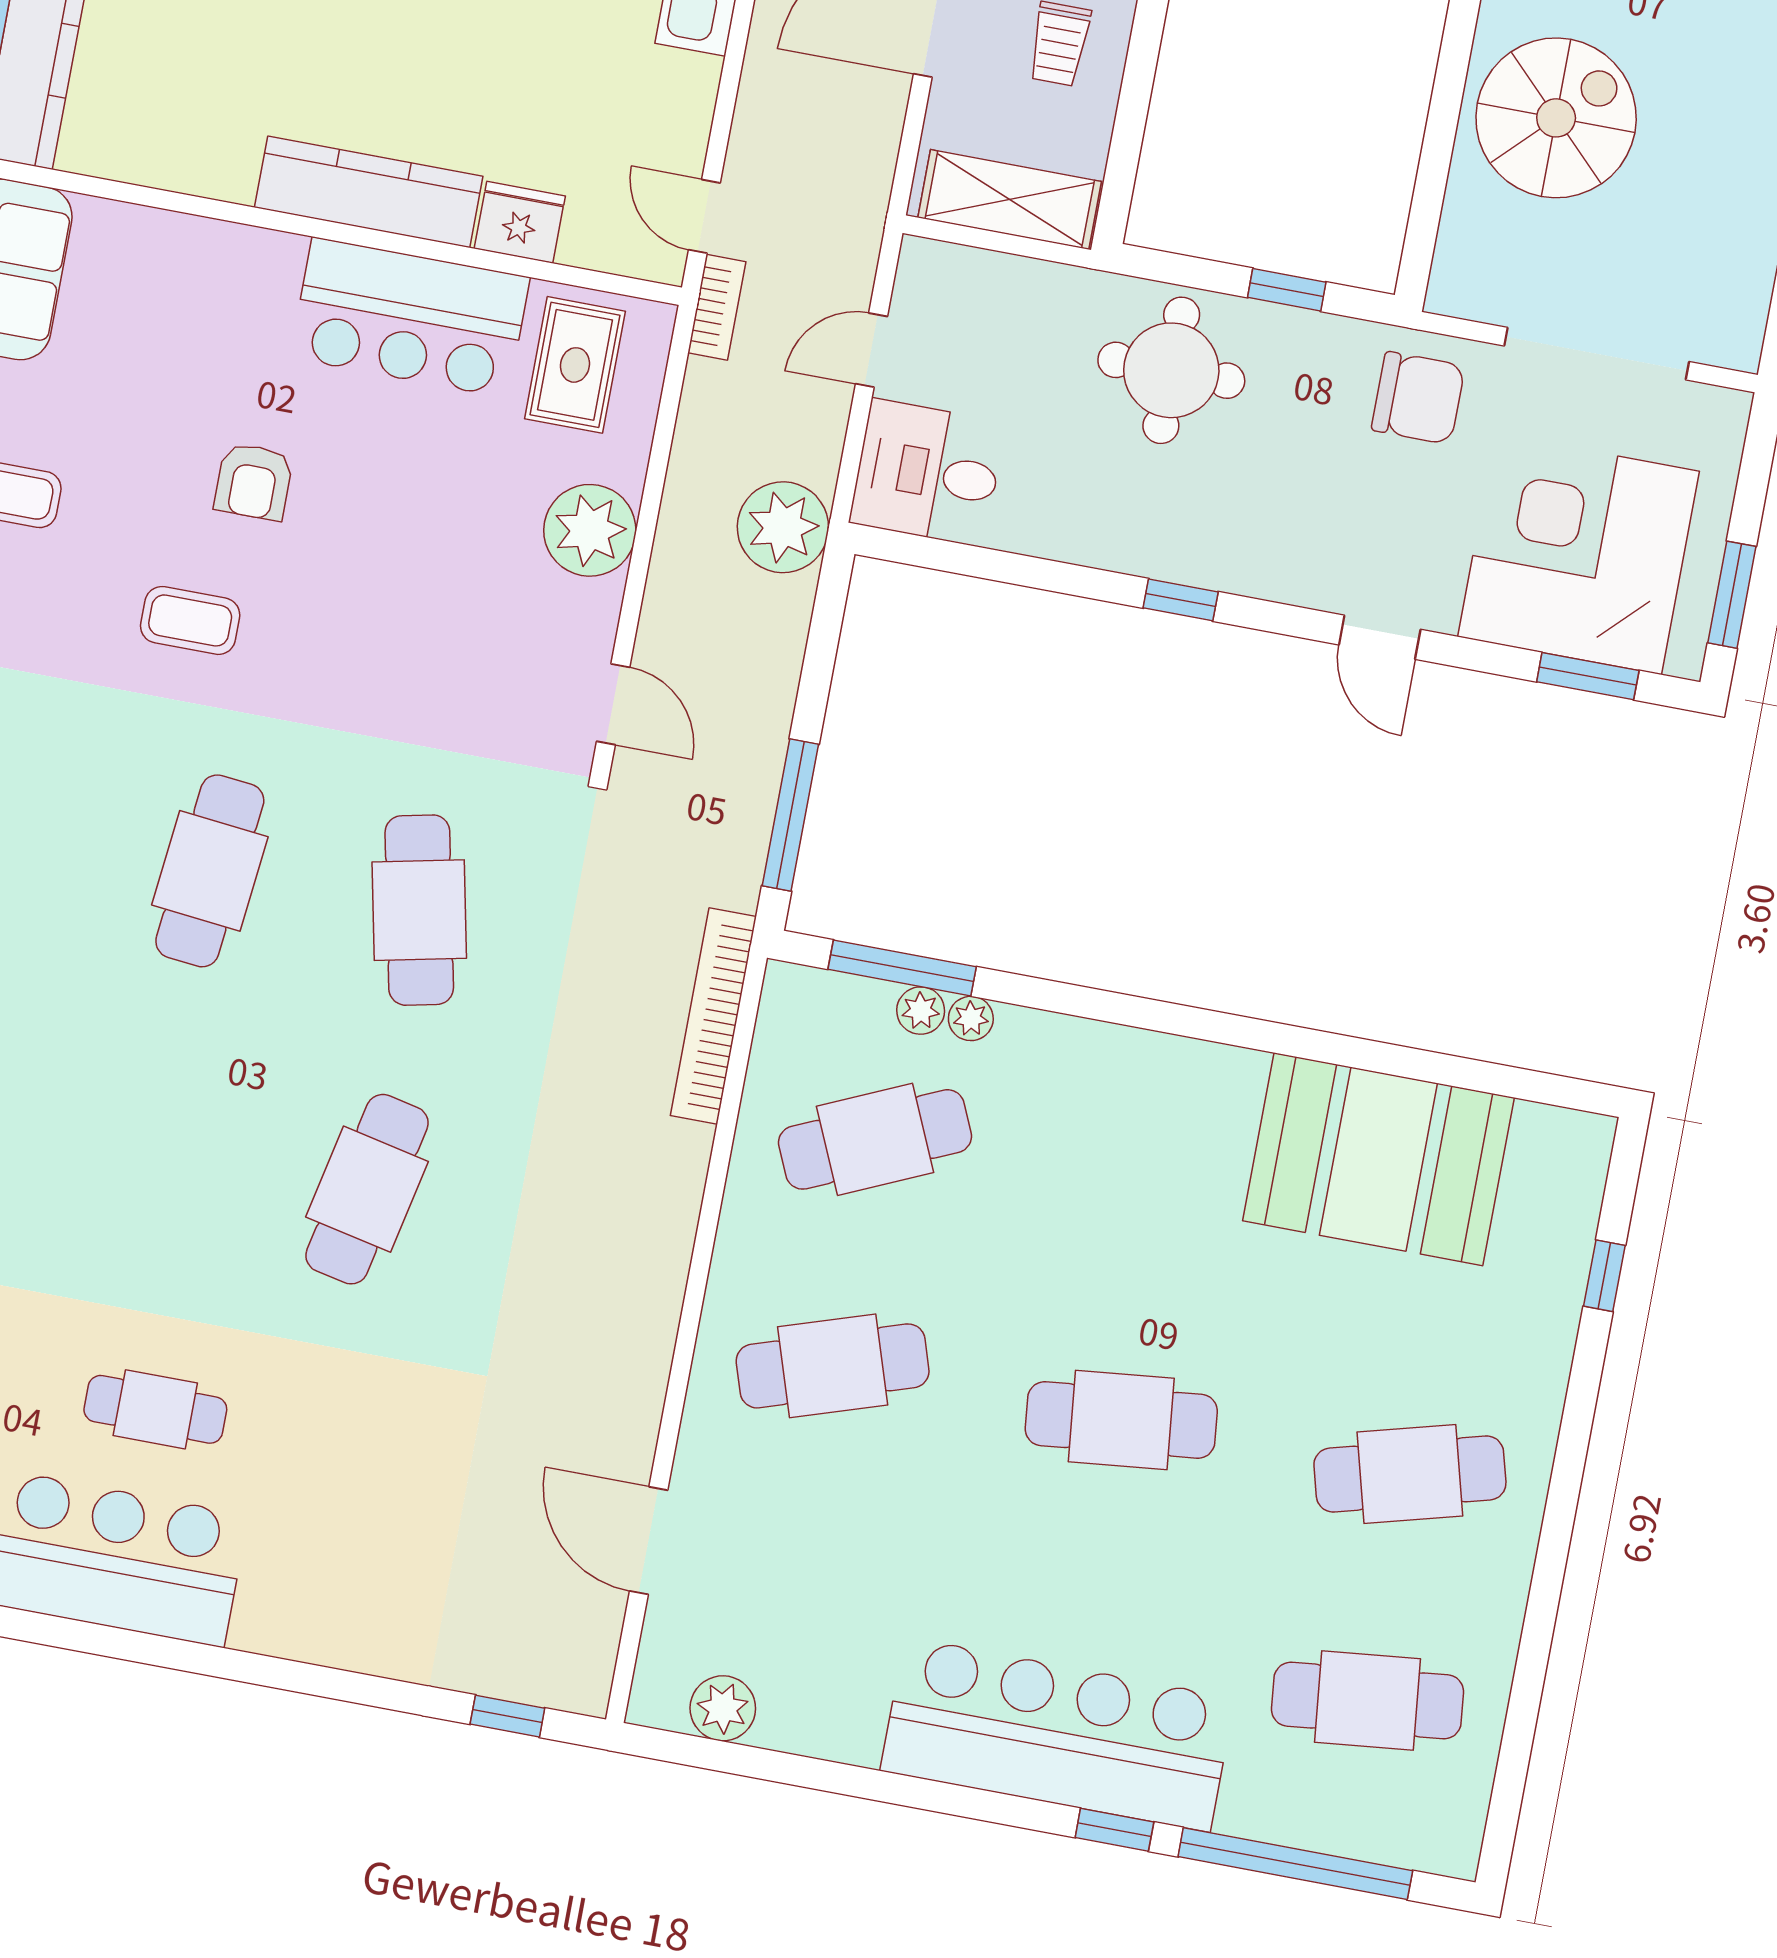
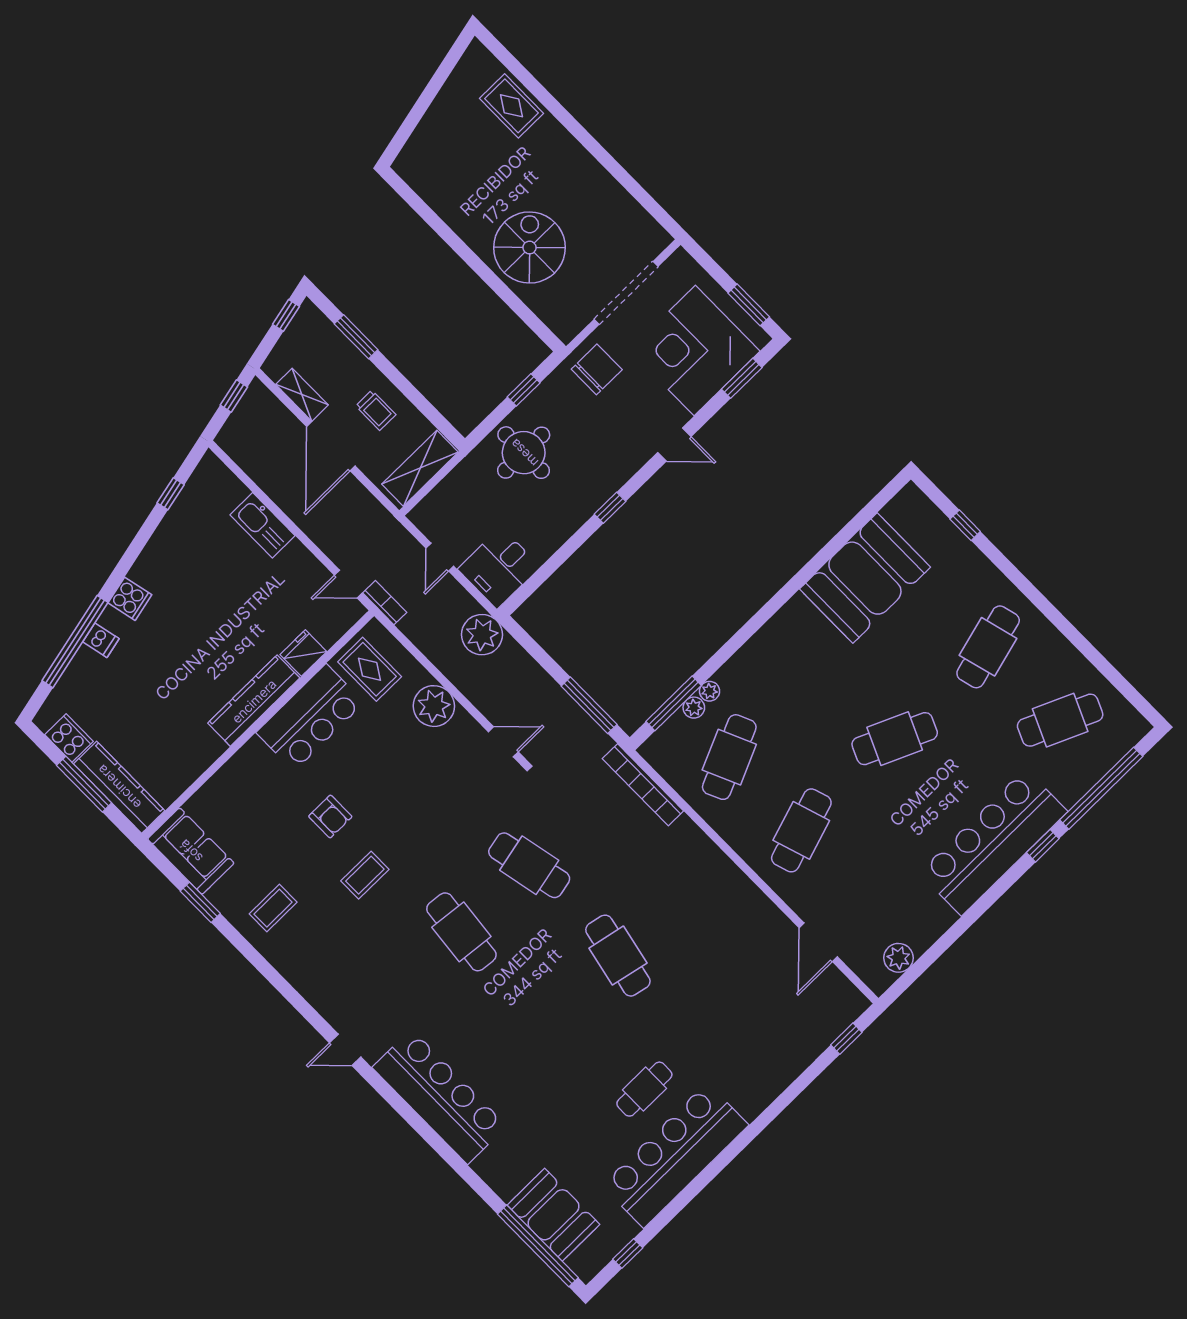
cafe table: (1121, 1420) -> (895, 739), turned 30
door: (649, 1541) -> (818, 942), hinge flipped
cafe table: (1368, 1701) -> (1060, 720), turned 30

